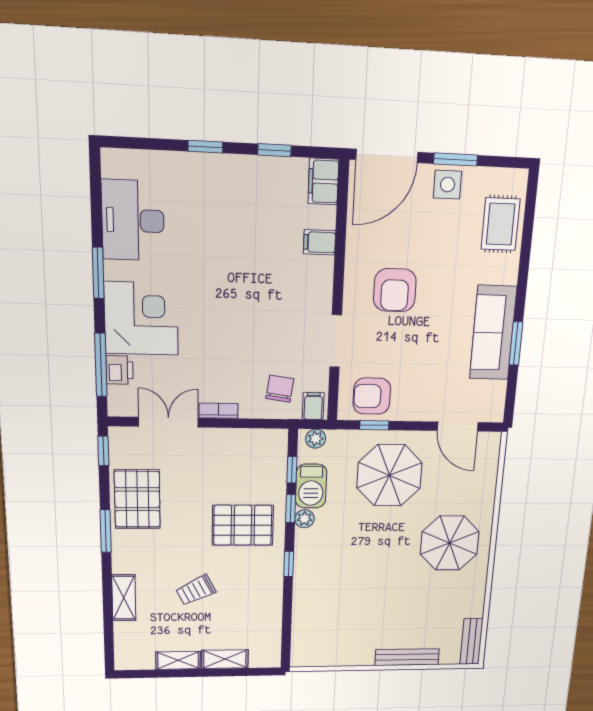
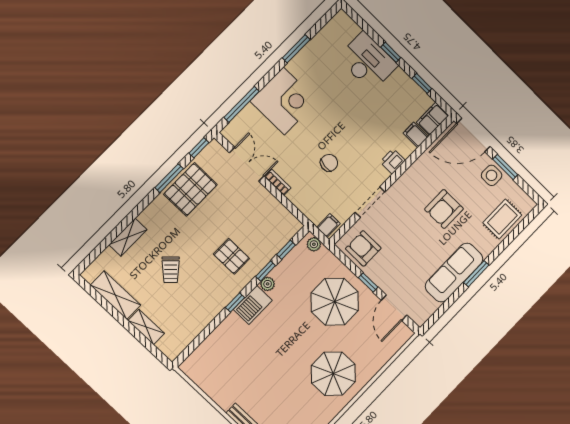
desk: (133, 220) -> (368, 61), moved, turned 90
filing cabinet: (320, 242) -> (416, 135), moved
window: (98, 273) -> (296, 49), moved
armchair: (395, 290) -> (444, 209), moved
window: (516, 343) -> (476, 274), moved
printer: (120, 370) -> (393, 161), moved, turned 180
chair: (280, 389) -> (329, 163), moved
window: (374, 425) -> (368, 282), moved
barbecue: (311, 486) -> (253, 305), moved
pallet: (243, 525) -> (231, 256), width x0.67, depth x0.71
window: (106, 531) -> (169, 178), moved
trolley: (196, 590) -> (171, 270), turned -107
shelving: (178, 660) -> (115, 295), width x1.50, depth x1.33

